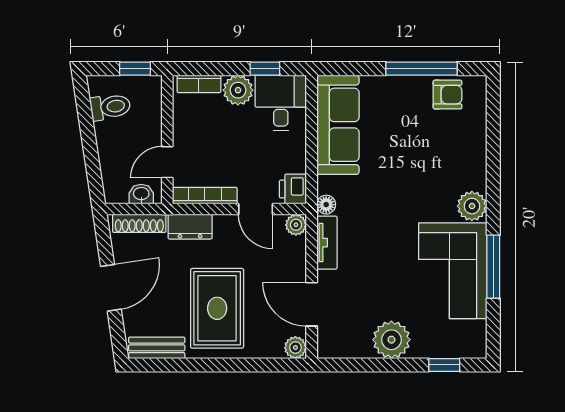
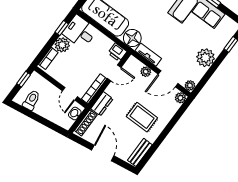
floor lamp: (326, 205) -> (132, 38), width x1.89, depth x1.89
plant: (296, 225) -> (146, 72), moved
rug: (217, 308) -> (142, 117), width x0.73, depth x0.70
plant: (327, 348) -> (190, 85), added

